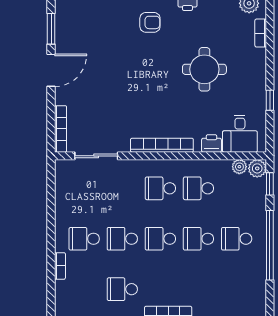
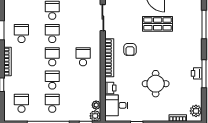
armchair: (150, 22) -> (130, 50), moved
shop shelf: (106, 66) -> (158, 24), added
school desk: (198, 188) -> (21, 103), moved

